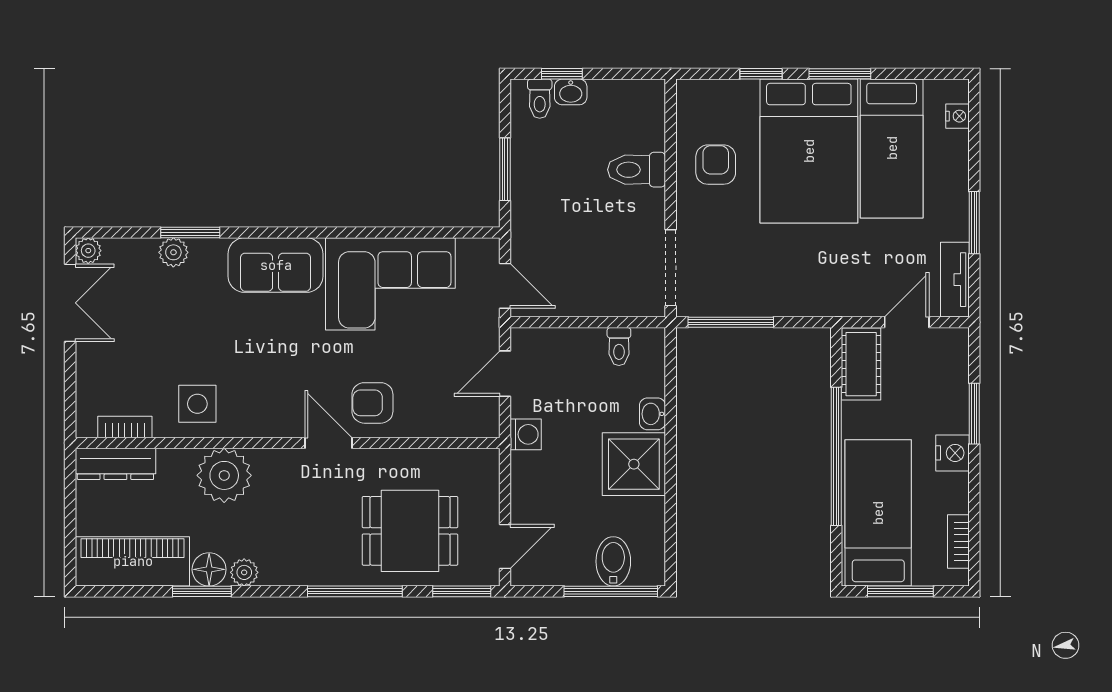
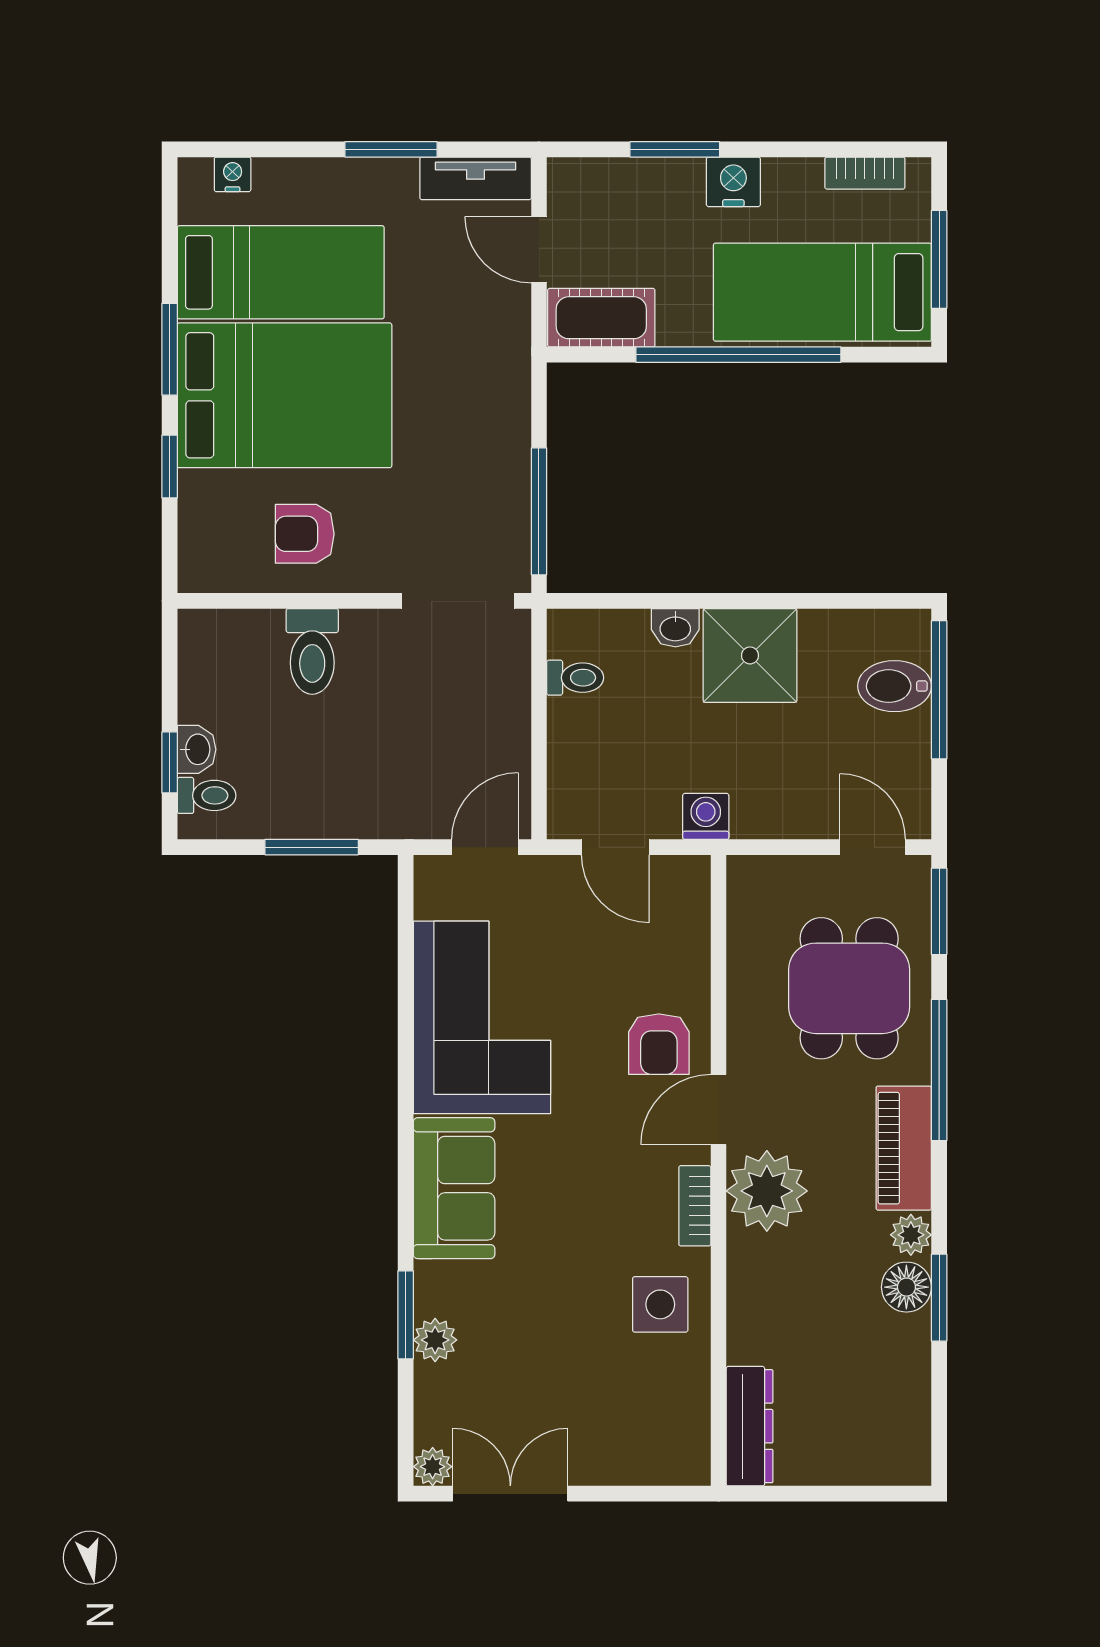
bookcase: (125, 427) -> (695, 1206), moved
plant: (224, 475) -> (767, 1191), moved
piano: (133, 561) -> (904, 1148), moved, width x0.73, depth x0.75

